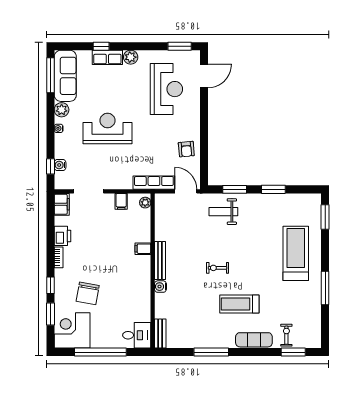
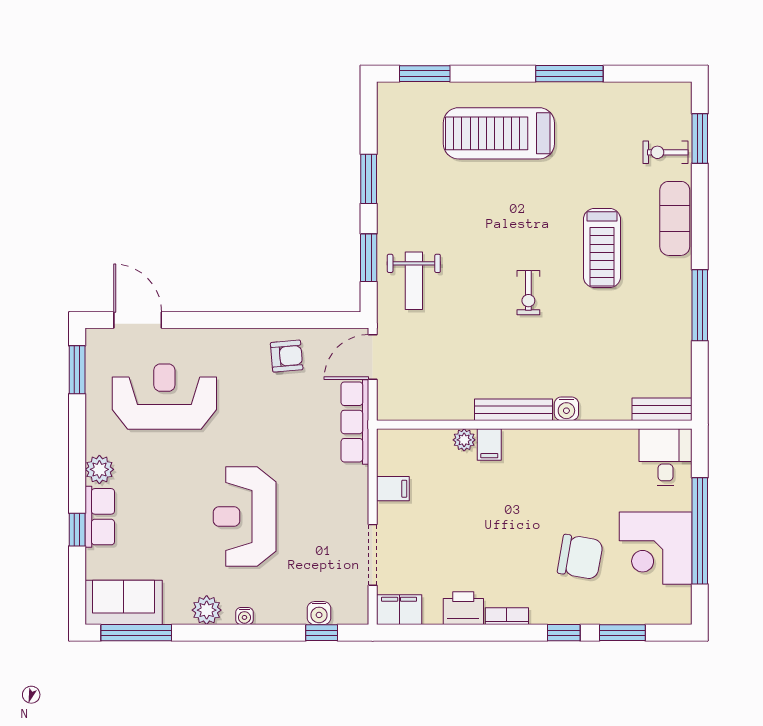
sofa: (65, 76) -> (124, 602), width x0.73
plant: (145, 203) -> (464, 440), moved
corner desk: (72, 330) -> (656, 548), moved

